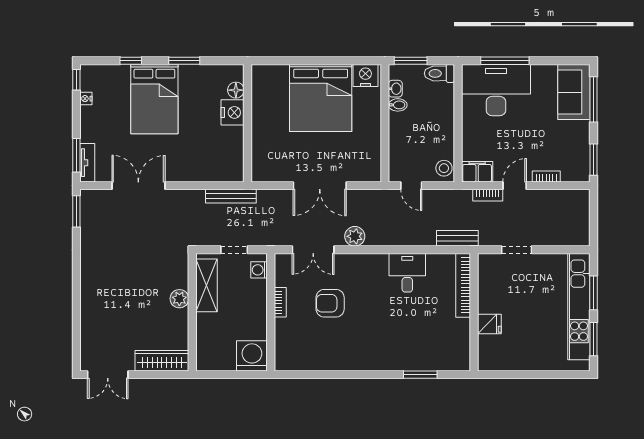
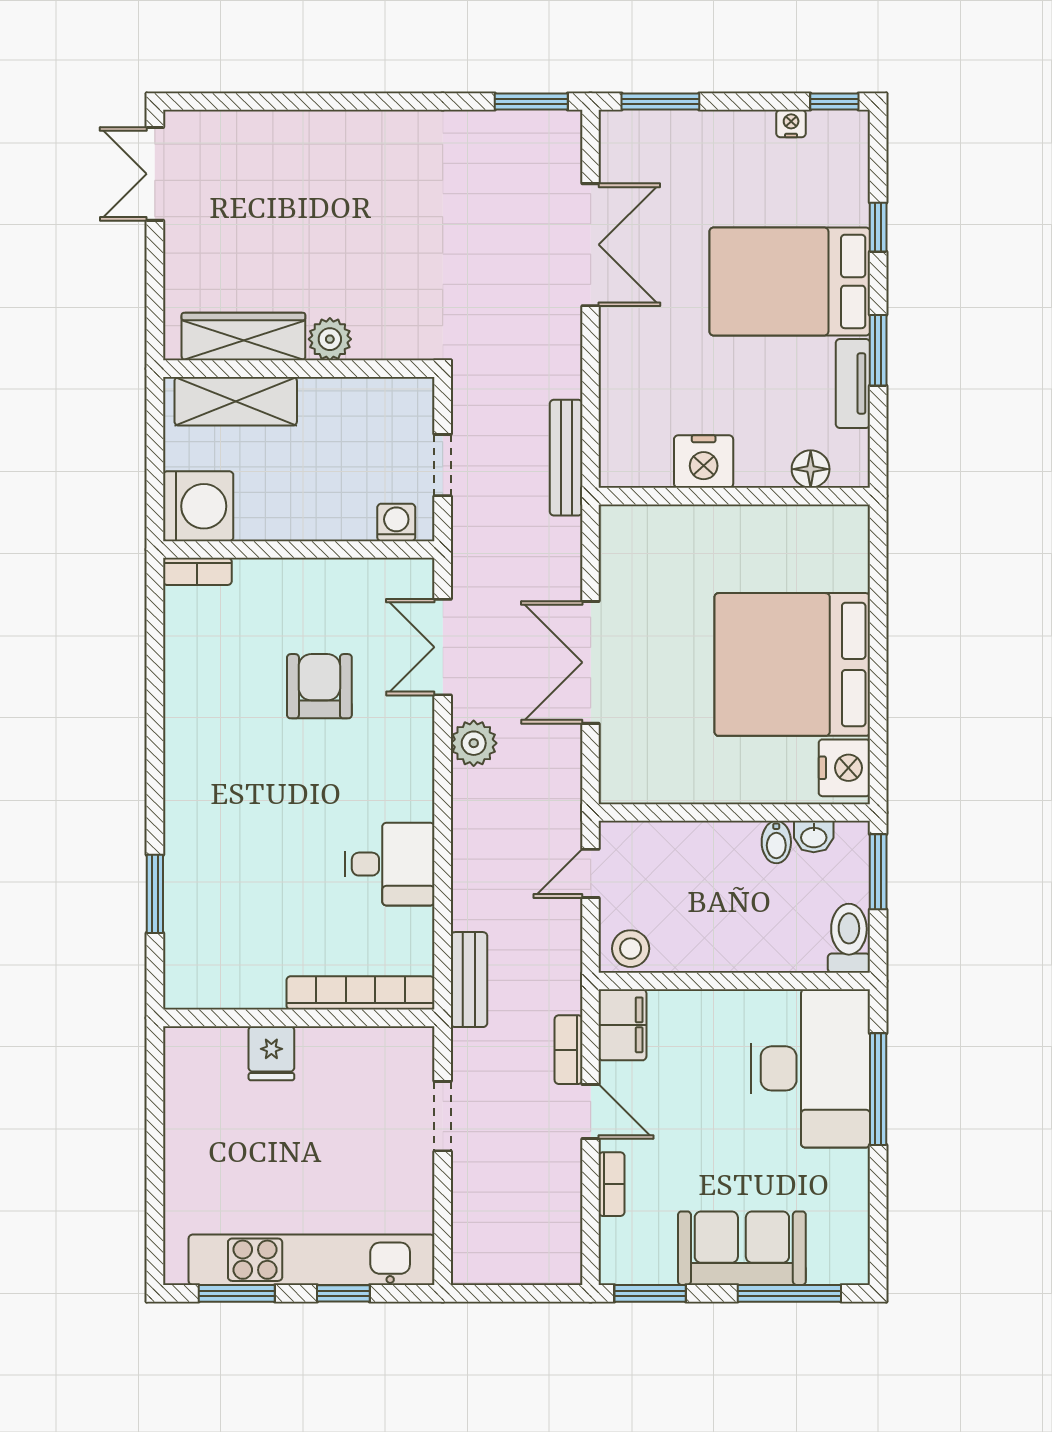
sofa: (574, 92) -> (742, 1248), moved
nightstand: (233, 112) -> (704, 461), moved
tv unit: (87, 163) -> (853, 383), moved, turned 90
shelving: (206, 285) -> (236, 401), moved
window: (594, 293) -> (343, 1293), width x0.67
bookcase: (280, 302) -> (197, 571), moved
wardrobe: (162, 361) -> (243, 337), moved, turned -90

